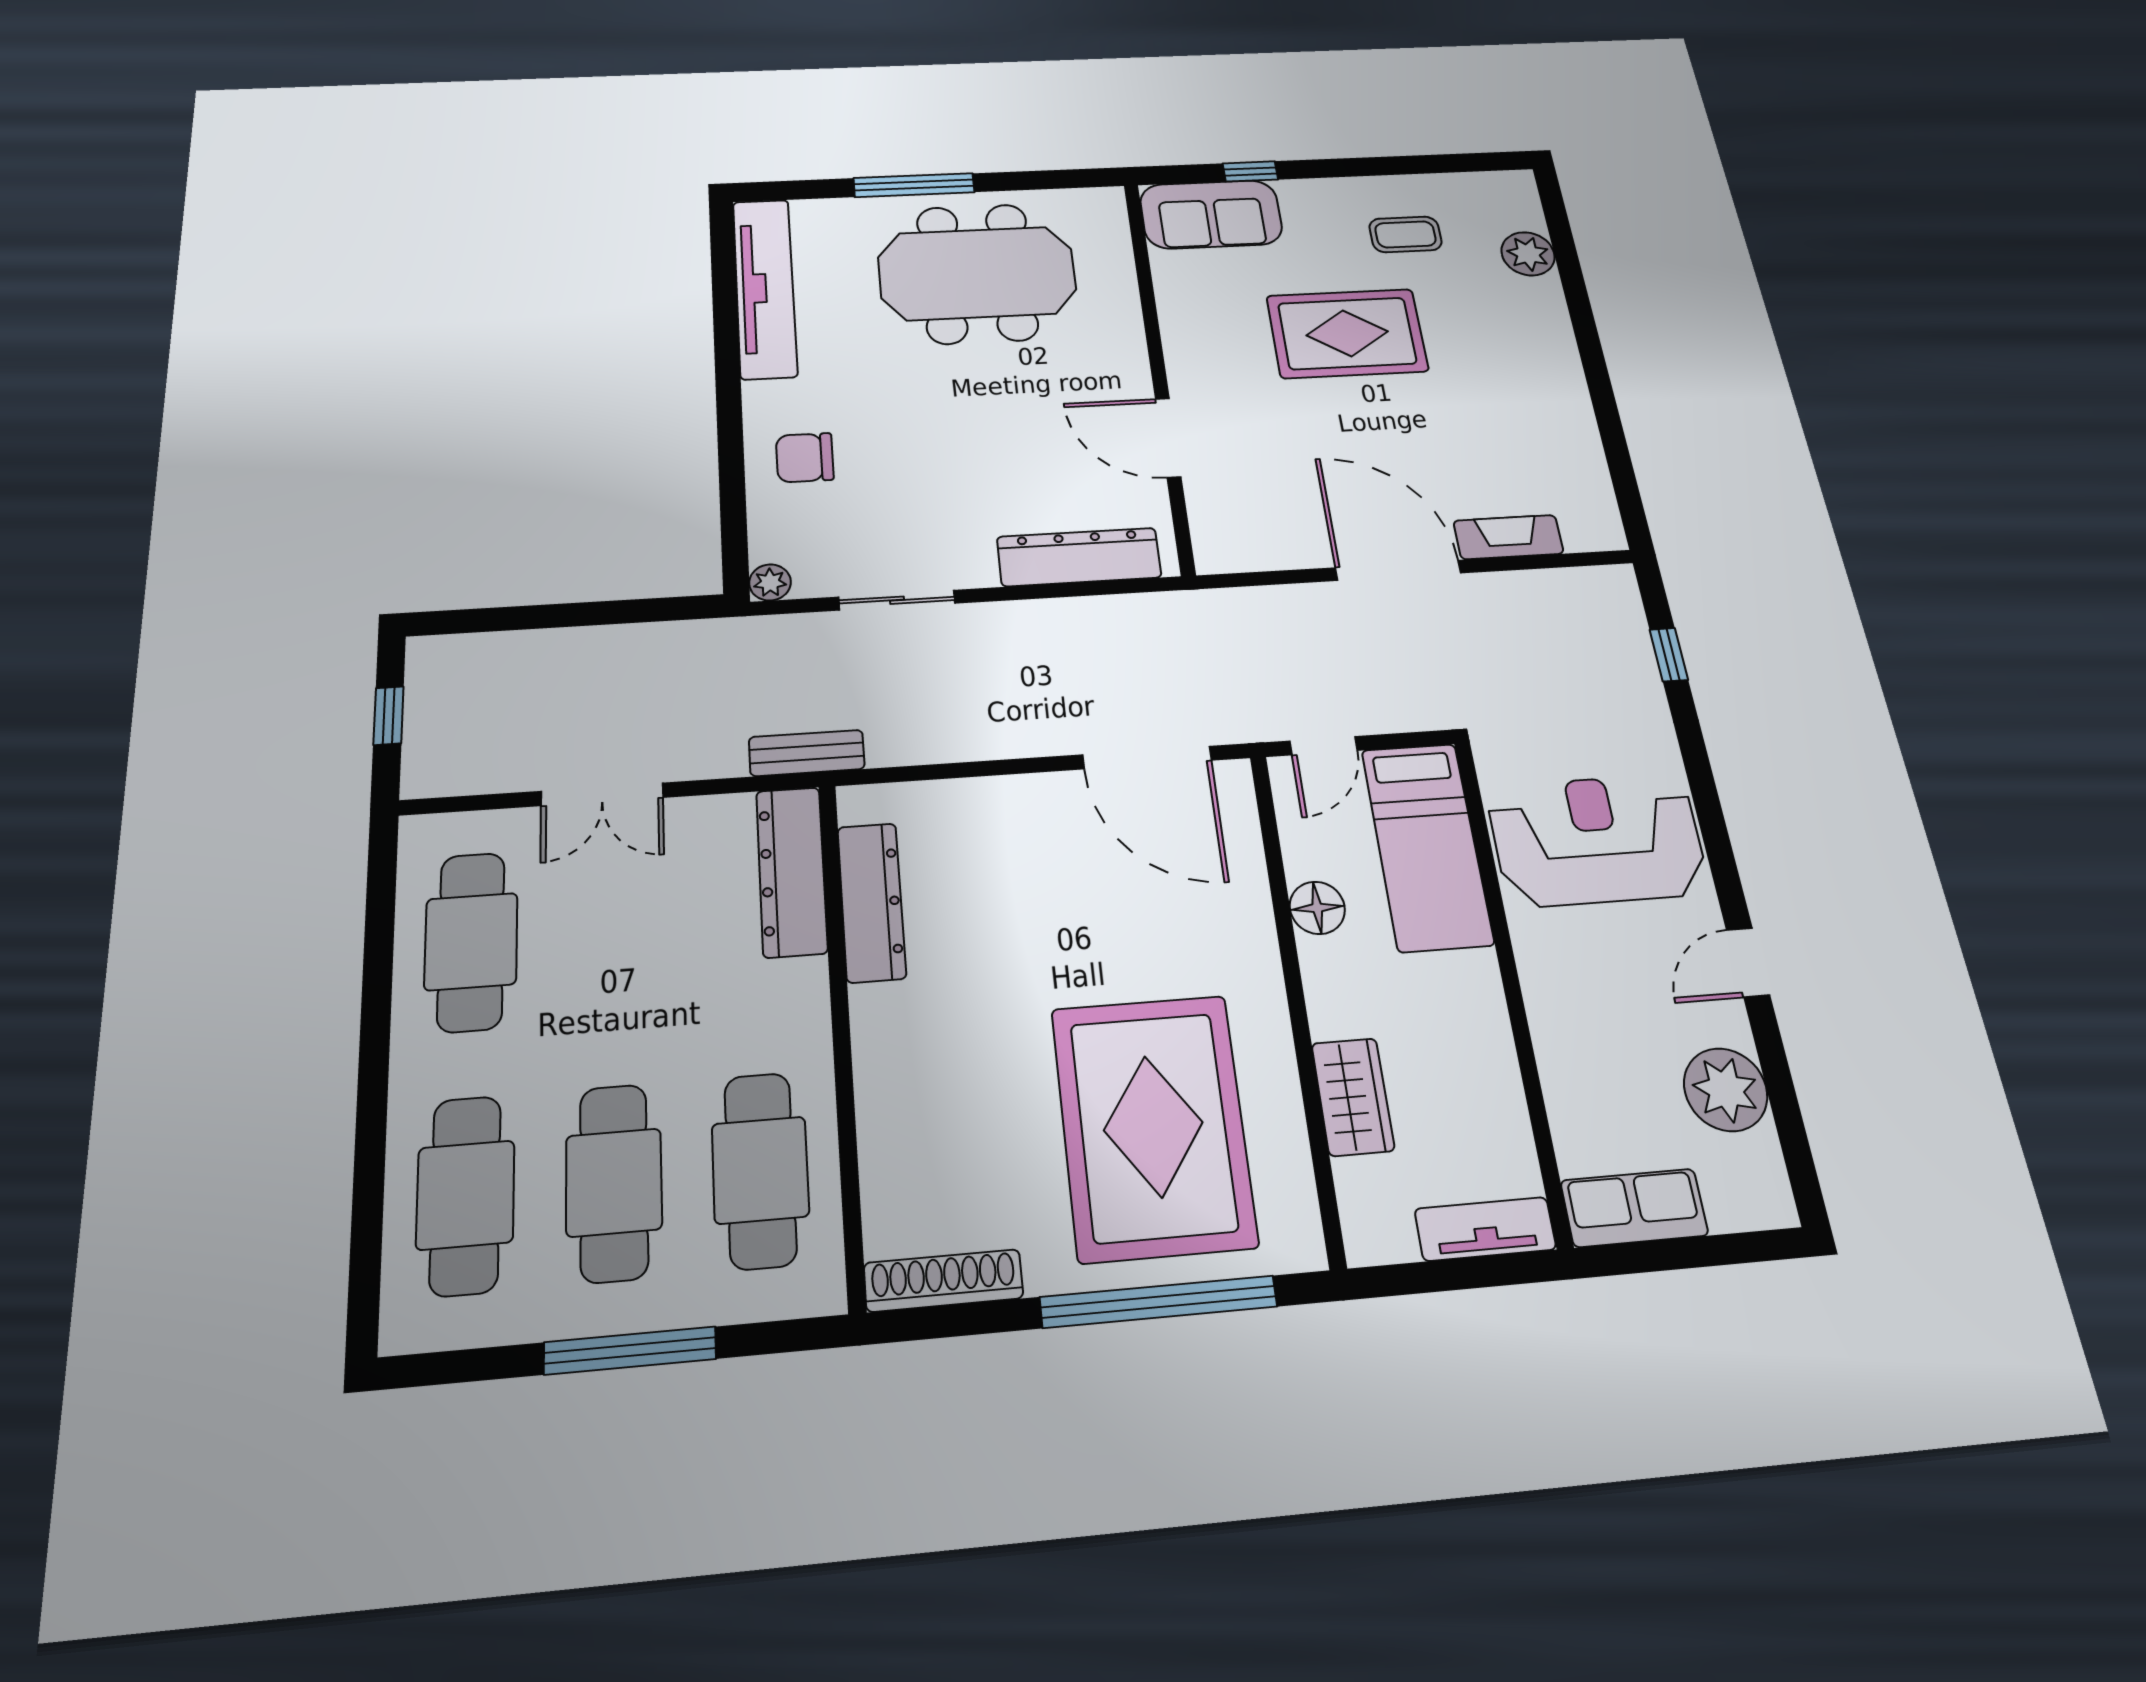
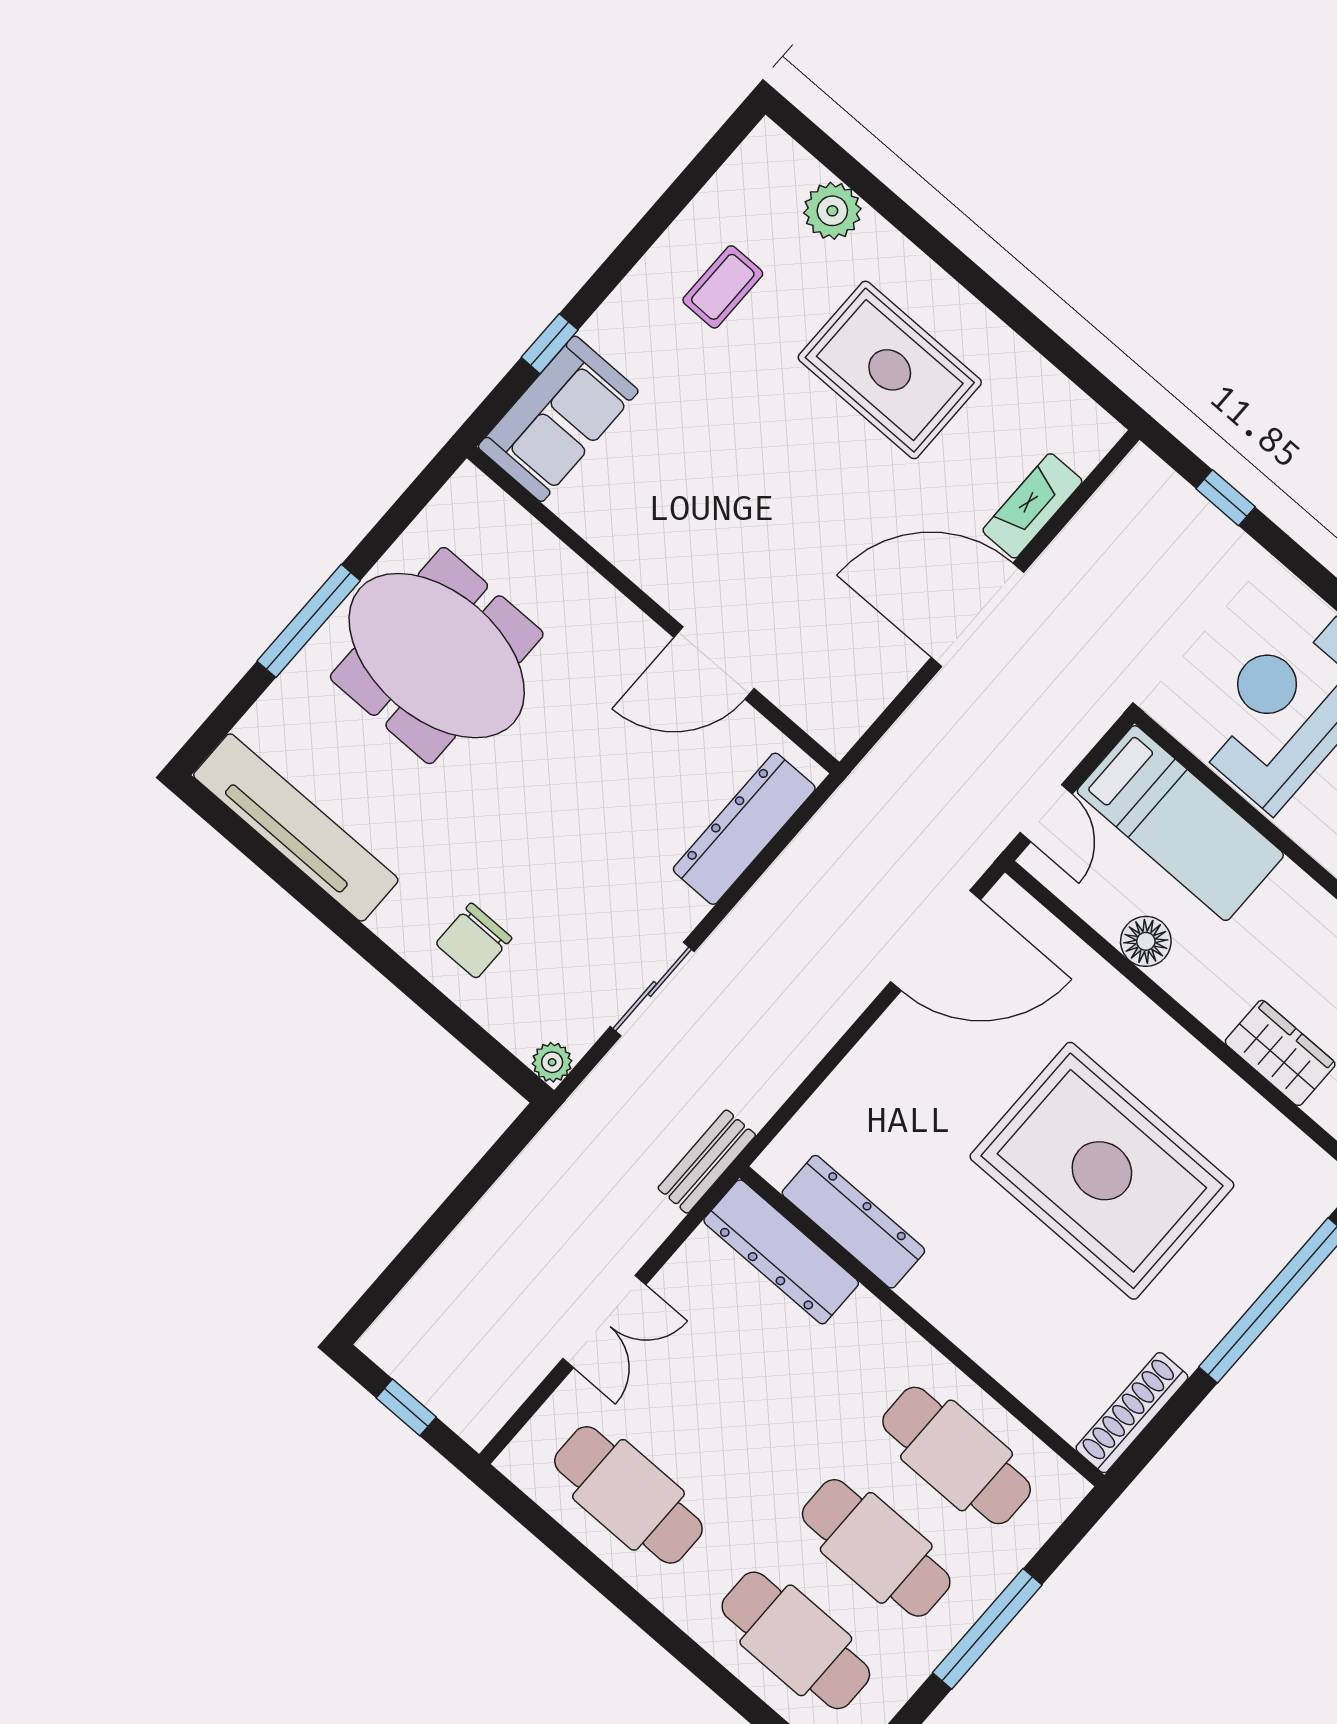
meeting table: (977, 273) -> (437, 656), turned 90
rug: (1347, 333) -> (890, 370), moved, turned 90
rug: (1153, 1126) -> (1102, 1171), moved

